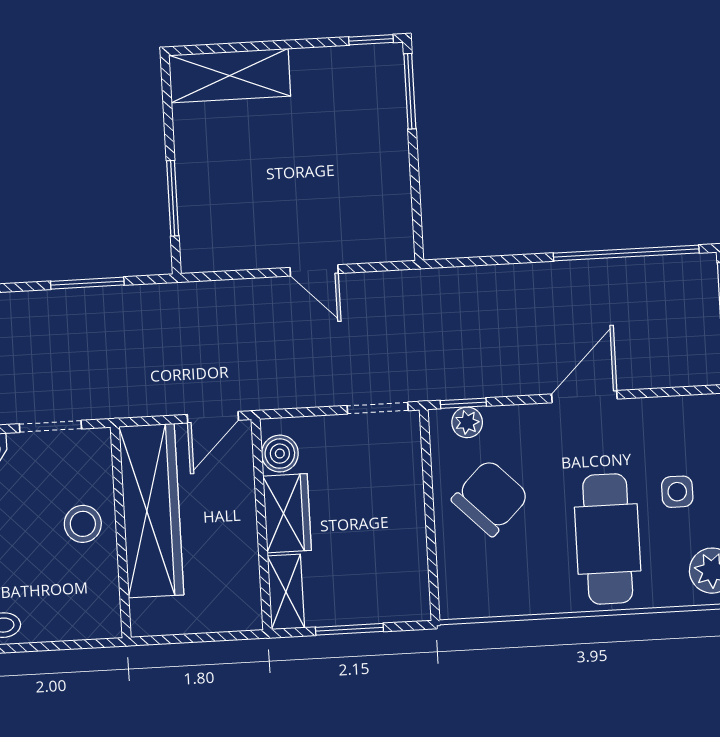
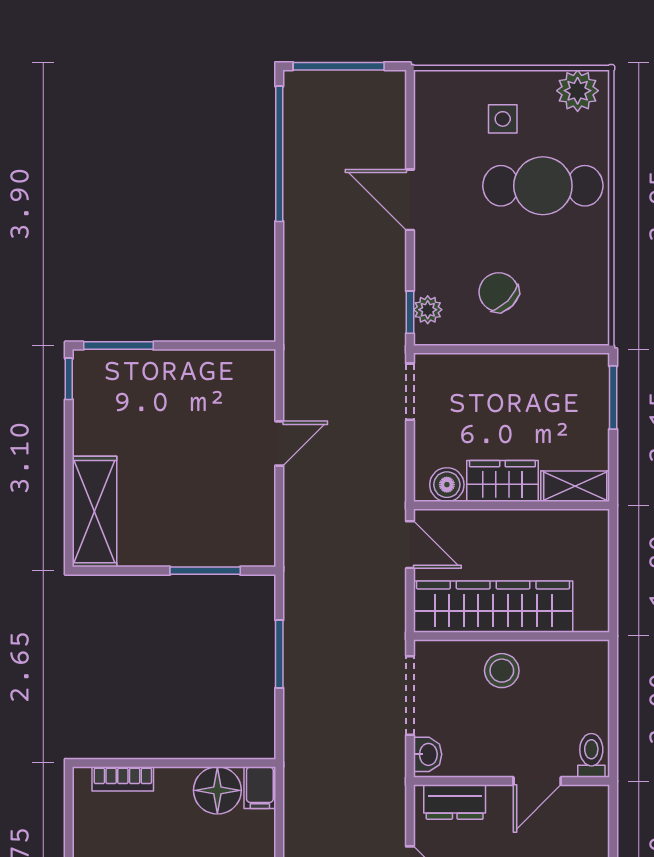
doorway: (50, 426) -> (410, 696), width x1.38
chair: (490, 498) -> (499, 292), width x0.73, depth x0.73
window: (349, 629) -> (613, 398), moved

